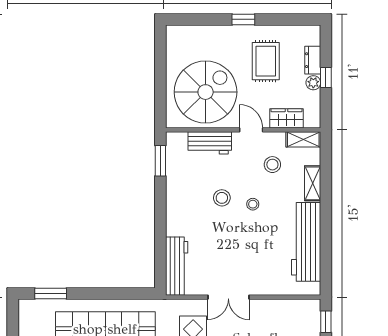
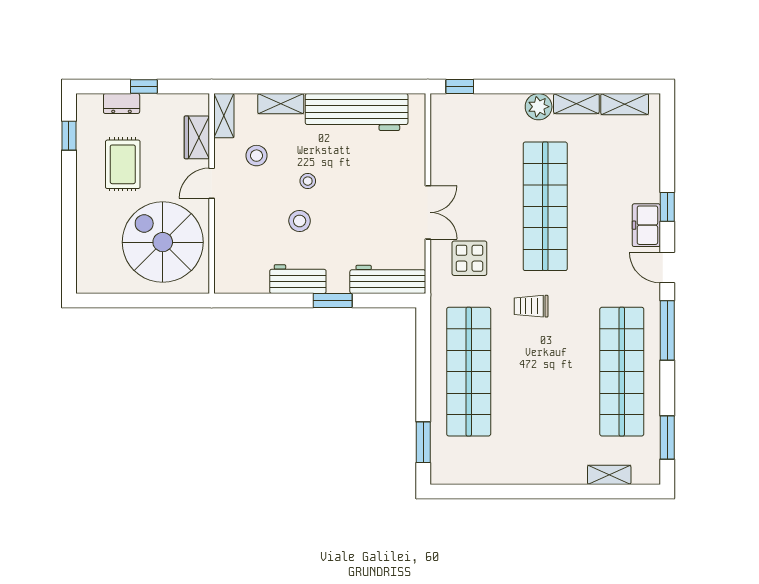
window: (243, 19) -> (69, 136), moved
rug: (266, 61) -> (123, 164), turned 90
plant: (313, 83) -> (151, 103), removed
workbench: (210, 143) -> (298, 279), moved, turned -90
window: (160, 161) -> (333, 300), moved

